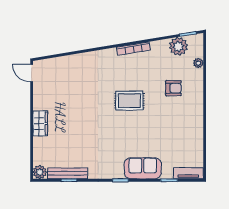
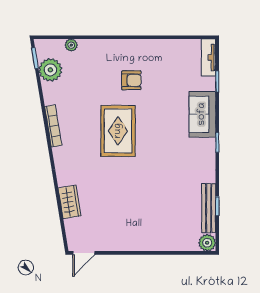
armchair: (173, 88) -> (131, 80), moved, turned 90
rug: (129, 101) -> (118, 131), width x1.36, depth x1.43
wardrobe: (40, 123) -> (70, 202), moved, turned 81

